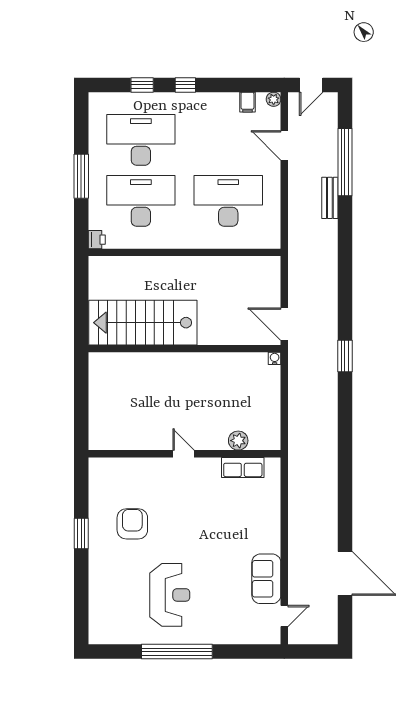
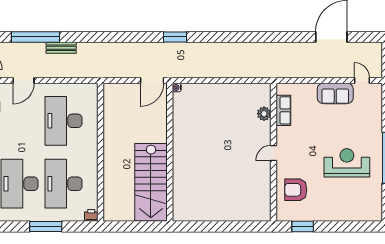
plant: (238, 441) -> (264, 114), moved
door: (184, 454) -> (274, 153), moved
wall: (185, 454) -> (274, 152), moved
row of seats: (243, 467) -> (283, 110), moved

